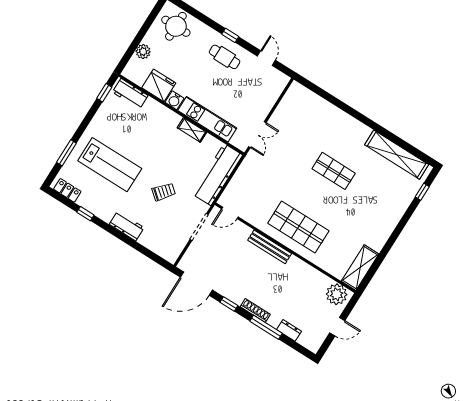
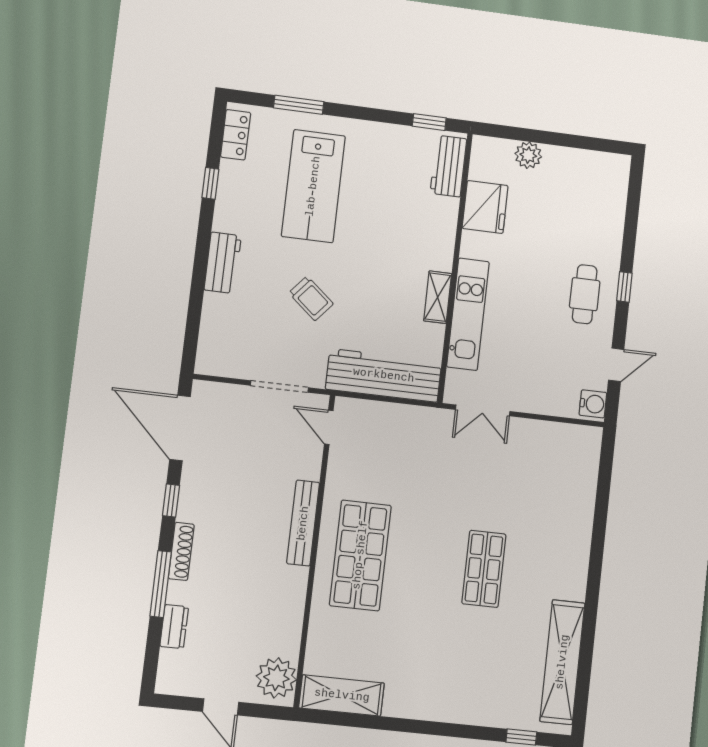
round table: (176, 26) -> (596, 190), removed
water cooler: (175, 100) -> (593, 404), moved, turned 180

